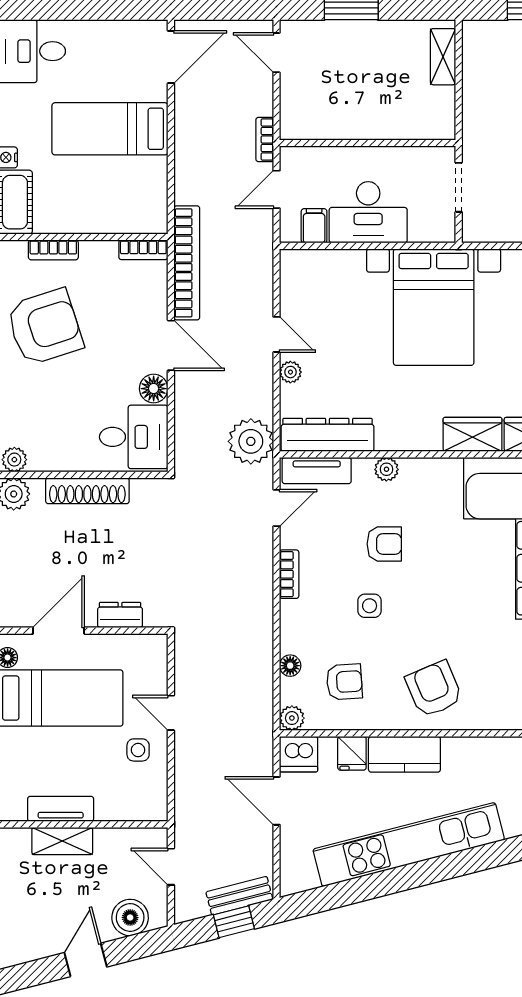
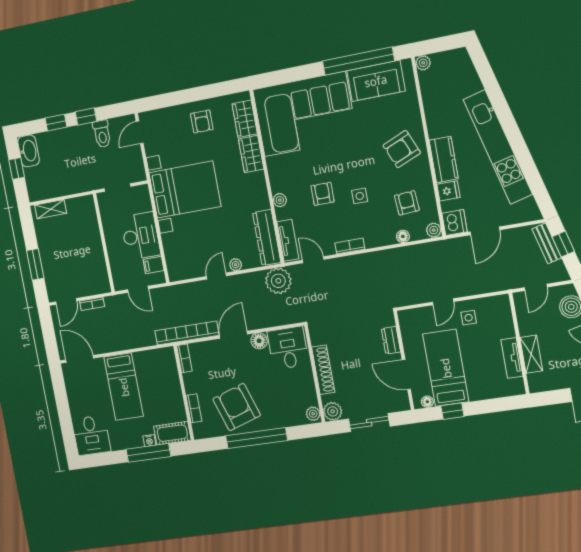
bookcase: (265, 139) -> (92, 304), moved

